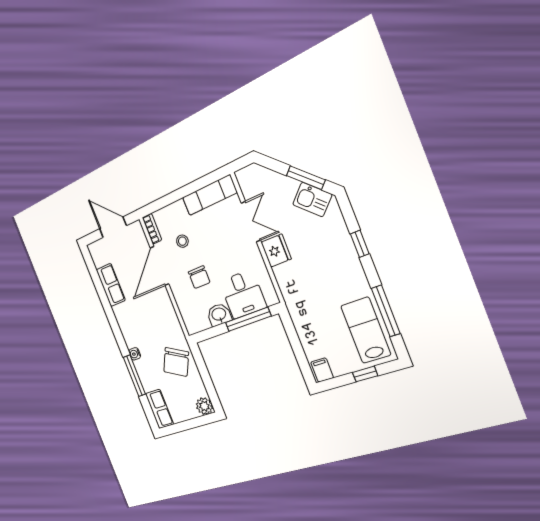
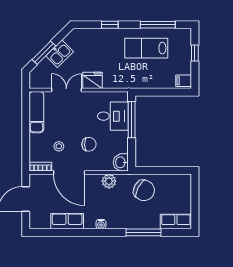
window: (306, 178) -> (44, 53), moved
kitchen sink: (312, 200) -> (60, 54), moved
washbasin: (219, 315) -> (121, 162), moved
lab bench: (366, 330) -> (146, 48), moved
water cooler: (135, 354) -> (101, 224), moved
plant: (204, 406) -> (109, 181), moved

